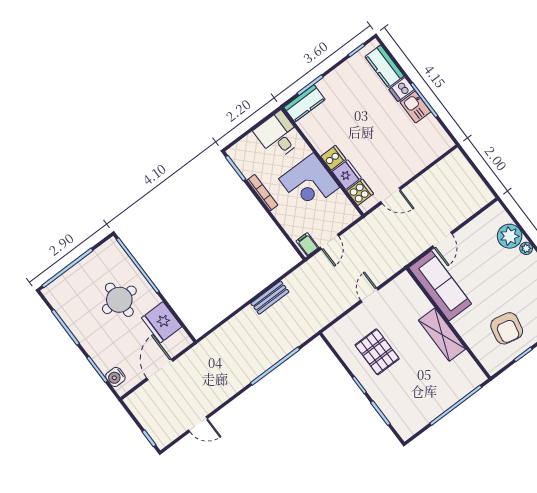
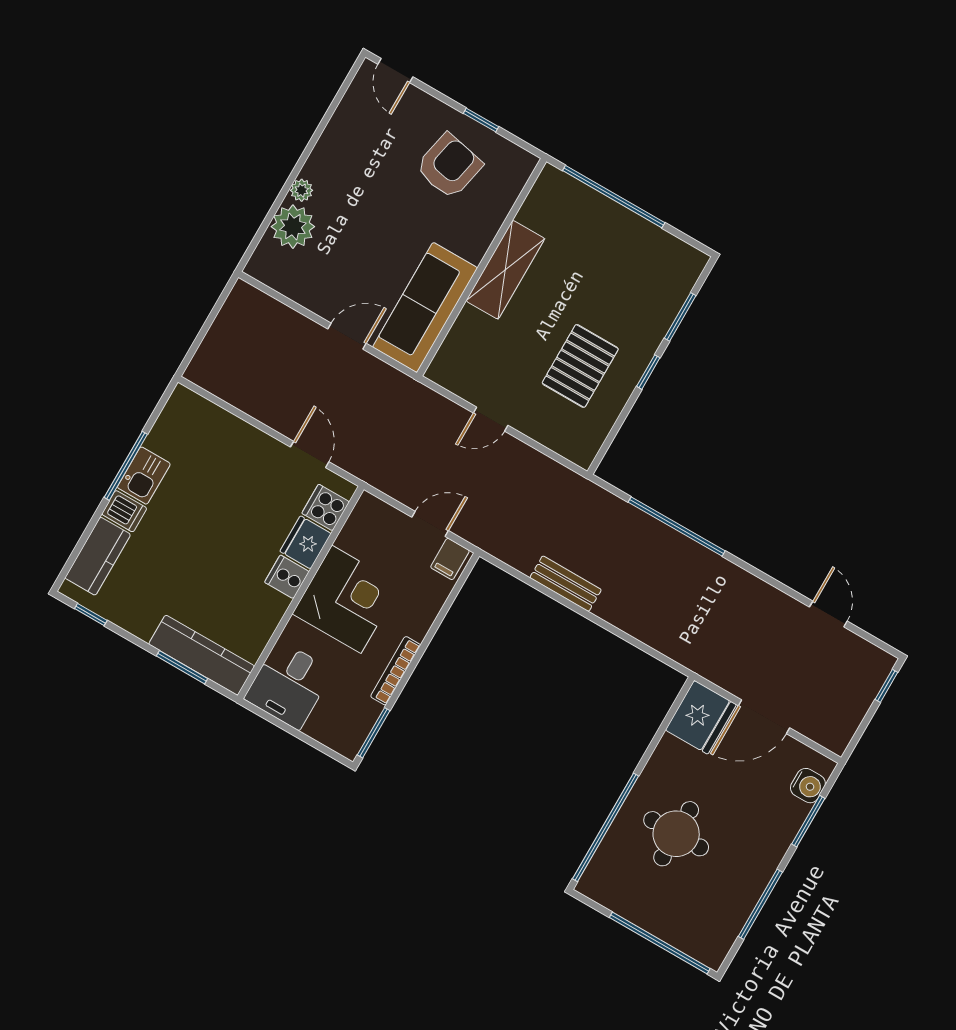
kitchen counter: (304, 103) -> (202, 655), width x1.50
fridge: (162, 322) -> (701, 717), moved

